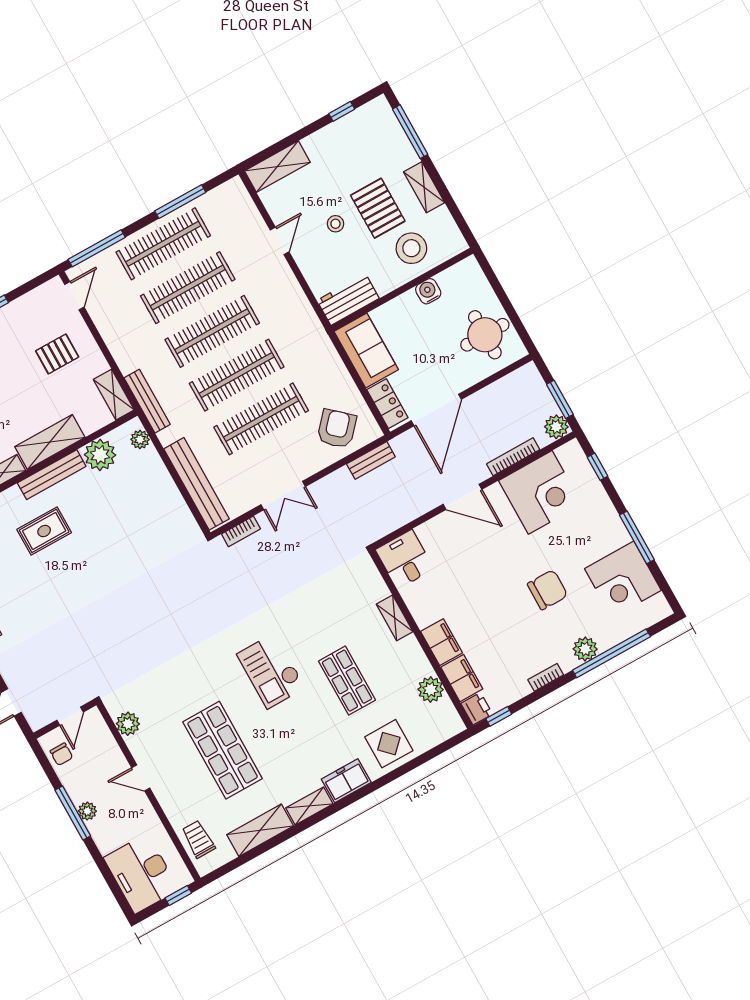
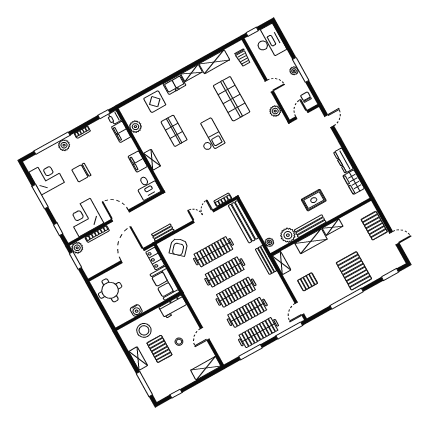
filing cabinet: (442, 642) -> (138, 162), moved

